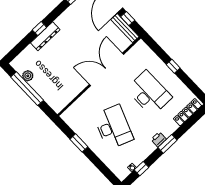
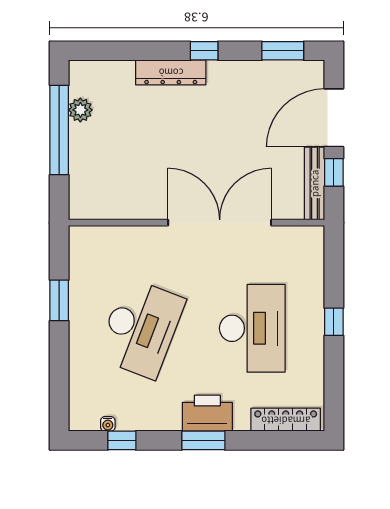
window: (39, 29) -> (204, 51), moved
printer: (159, 139) -> (207, 413), width x1.87, depth x1.48

